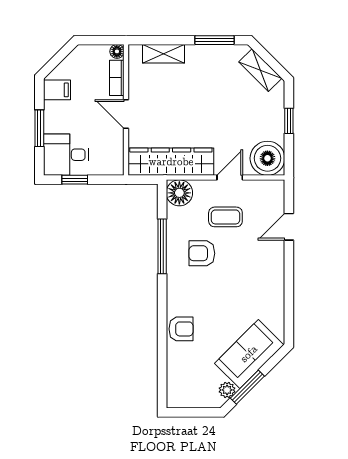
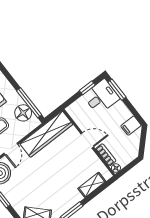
window: (39, 128) -> (117, 90), moved
floor lamp: (179, 193) -> (23, 113), moved
window: (162, 246) -> (29, 103), moved

